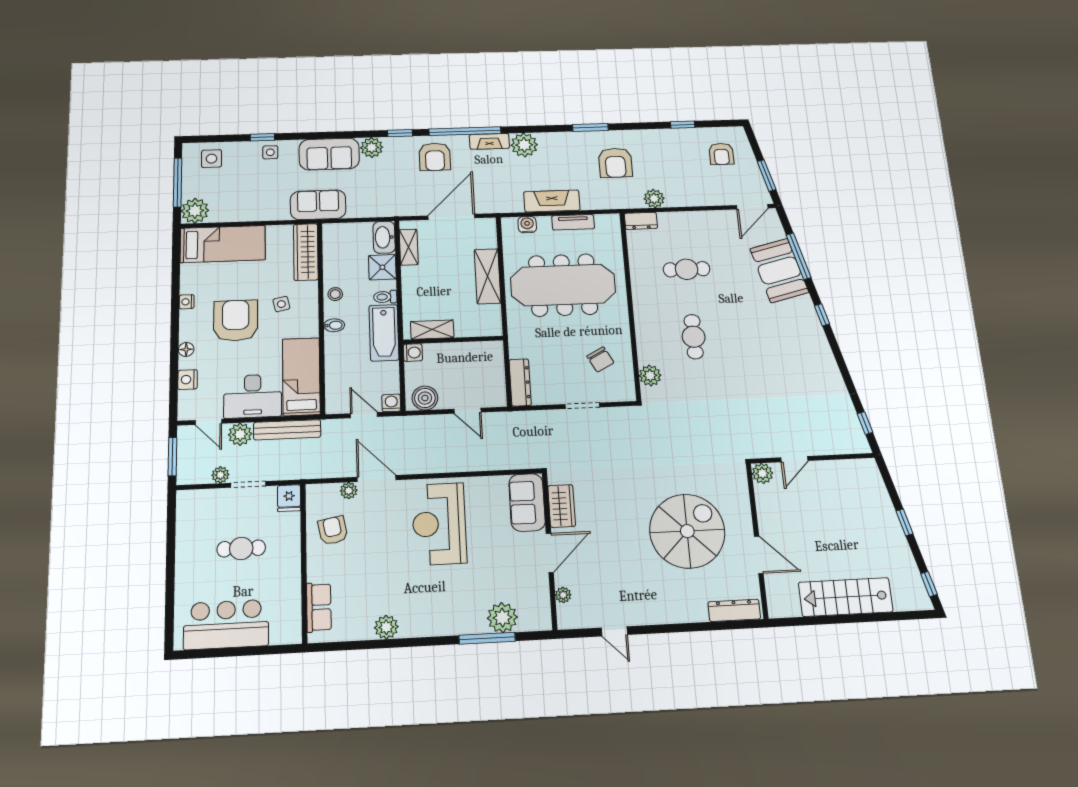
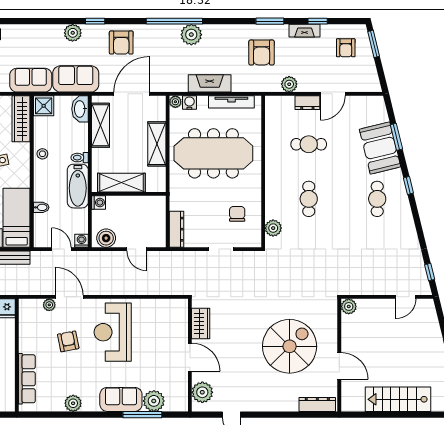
window: (590, 127) -> (270, 21), moved
window: (465, 131) -> (174, 21), moved
fireplace: (489, 141) -> (305, 31), moved
sofa: (329, 154) -> (76, 79), moved, turned 180
window: (767, 176) -> (374, 44), moved
door: (752, 207) -> (333, 94), moved
dresser: (641, 221) -> (307, 103), moved
tv unit: (573, 222) -> (231, 102), width x1.41
plant: (509, 224) -> (175, 102), added
shelving: (409, 247) -> (101, 125), width x1.50, depth x1.33
window: (799, 256) -> (396, 137), width x0.69
shower: (382, 267) -> (44, 106), moved
bidet: (334, 325) -> (41, 207), moved
shelving: (432, 330) -> (121, 183), width x1.50, depth x1.33
cafe table: (783, 333) -> (377, 199), added
chair: (600, 359) -> (237, 214), turned -152
door: (794, 459) -> (406, 297), moved
sofa: (527, 502) -> (121, 399), moved, turned 90
armchair: (333, 530) -> (68, 341), moved
door: (550, 553) -> (190, 357), hinge flipped
plant: (563, 595) -> (202, 392), width x1.87, depth x1.87
row of seats: (319, 607) -> (27, 379), width x1.48

